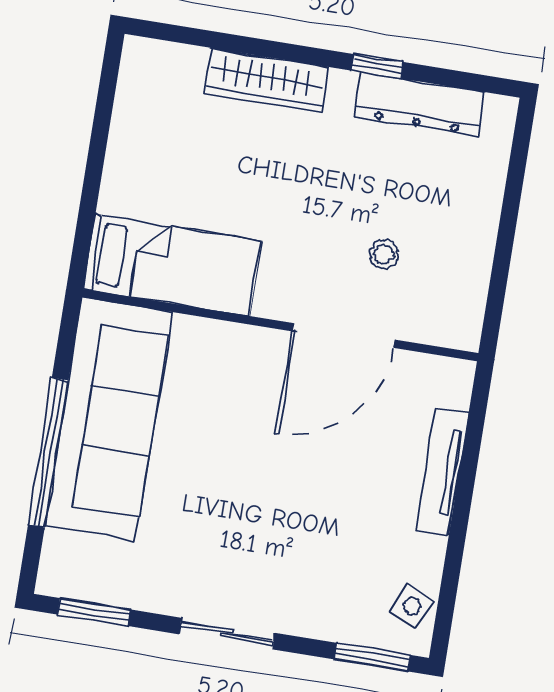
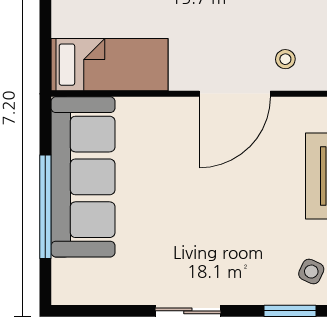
stool: (384, 254) -> (285, 59), moved
window: (94, 612) -> (94, 311), removed

